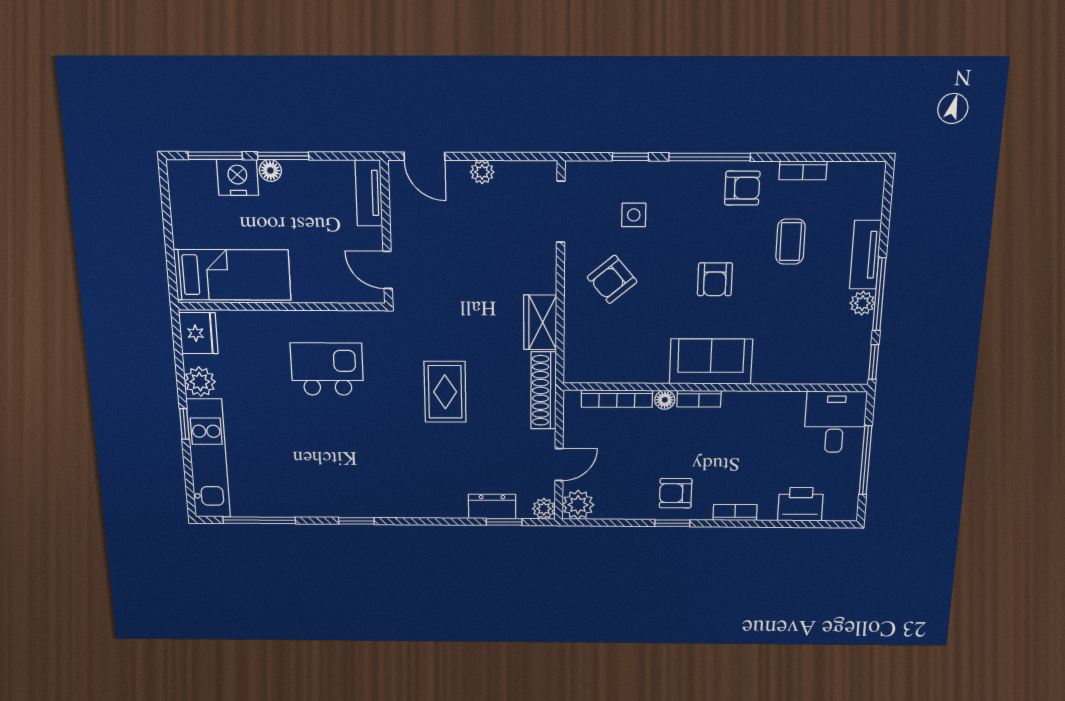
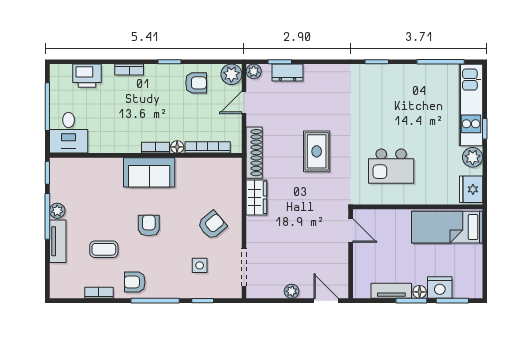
tv unit: (369, 193) -> (391, 291), moved, turned -90
coffee table: (790, 242) -> (104, 249), turned 90
armchair: (676, 493) -> (196, 83), moved

